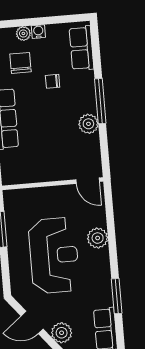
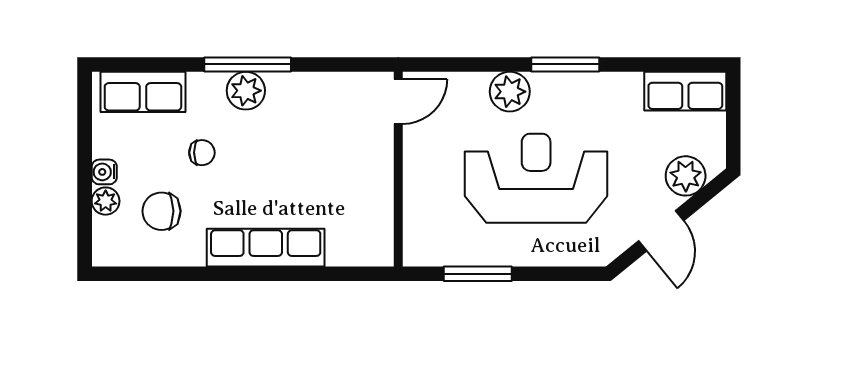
chair: (53, 81) -> (202, 153), turned -90
plant: (88, 124) -> (246, 91), moved
window: (117, 296) -> (565, 64), moved

